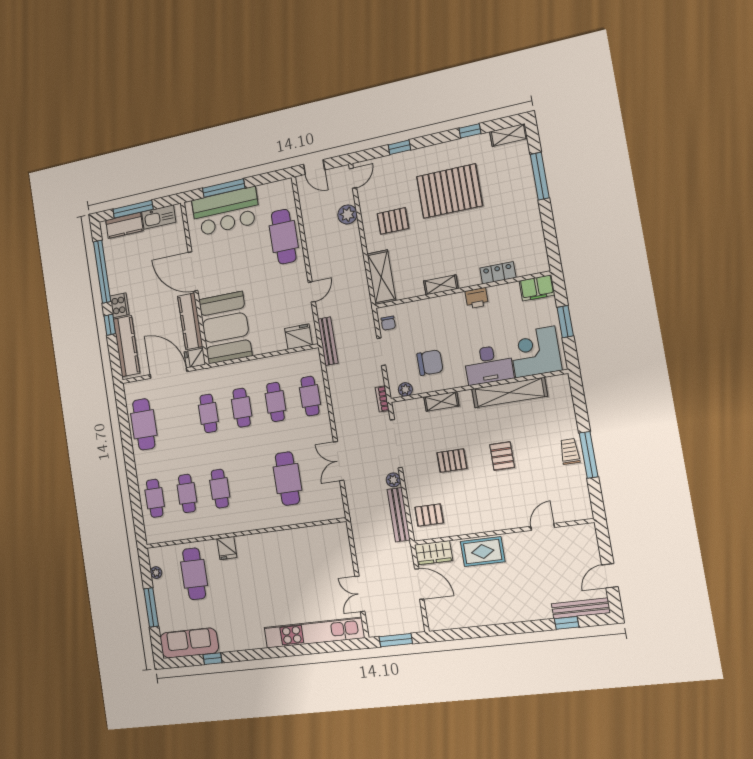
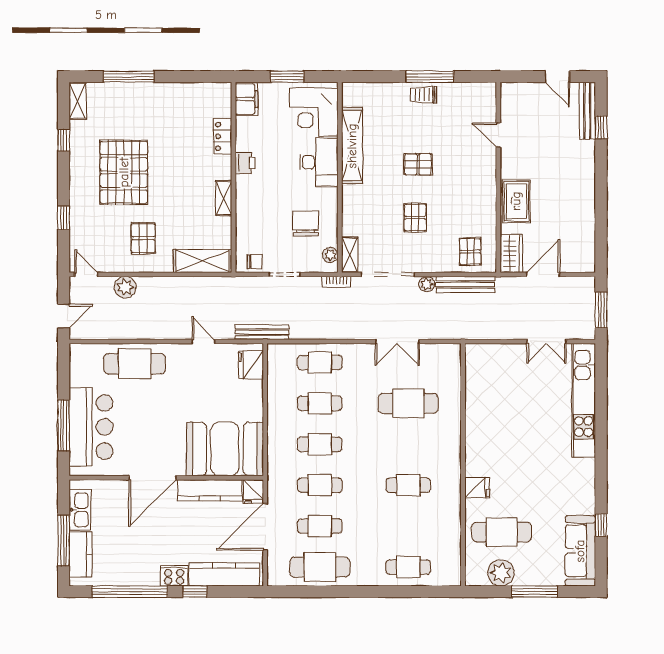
shelving: (441, 401) -> (350, 255), moved
cafe table: (187, 493) -> (320, 526), moved
plant: (156, 573) -> (501, 573), width x1.88, depth x1.88

